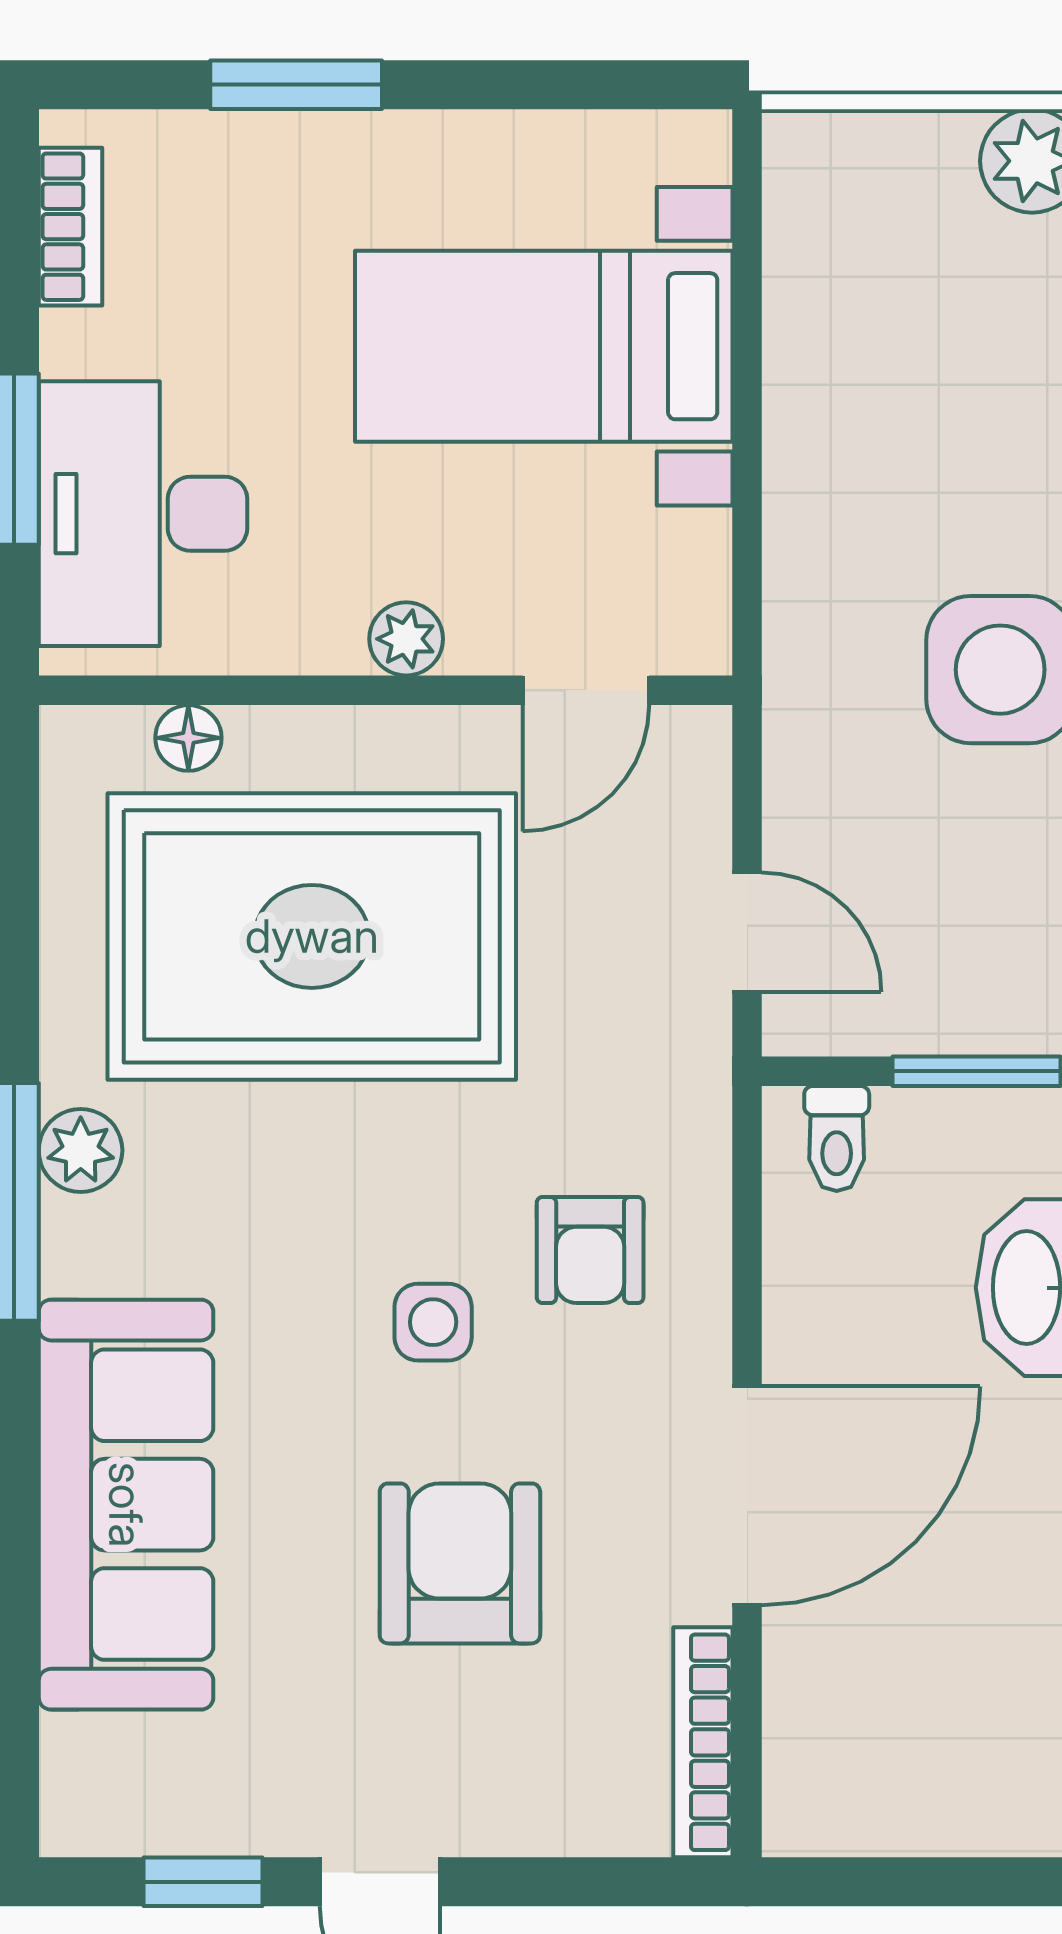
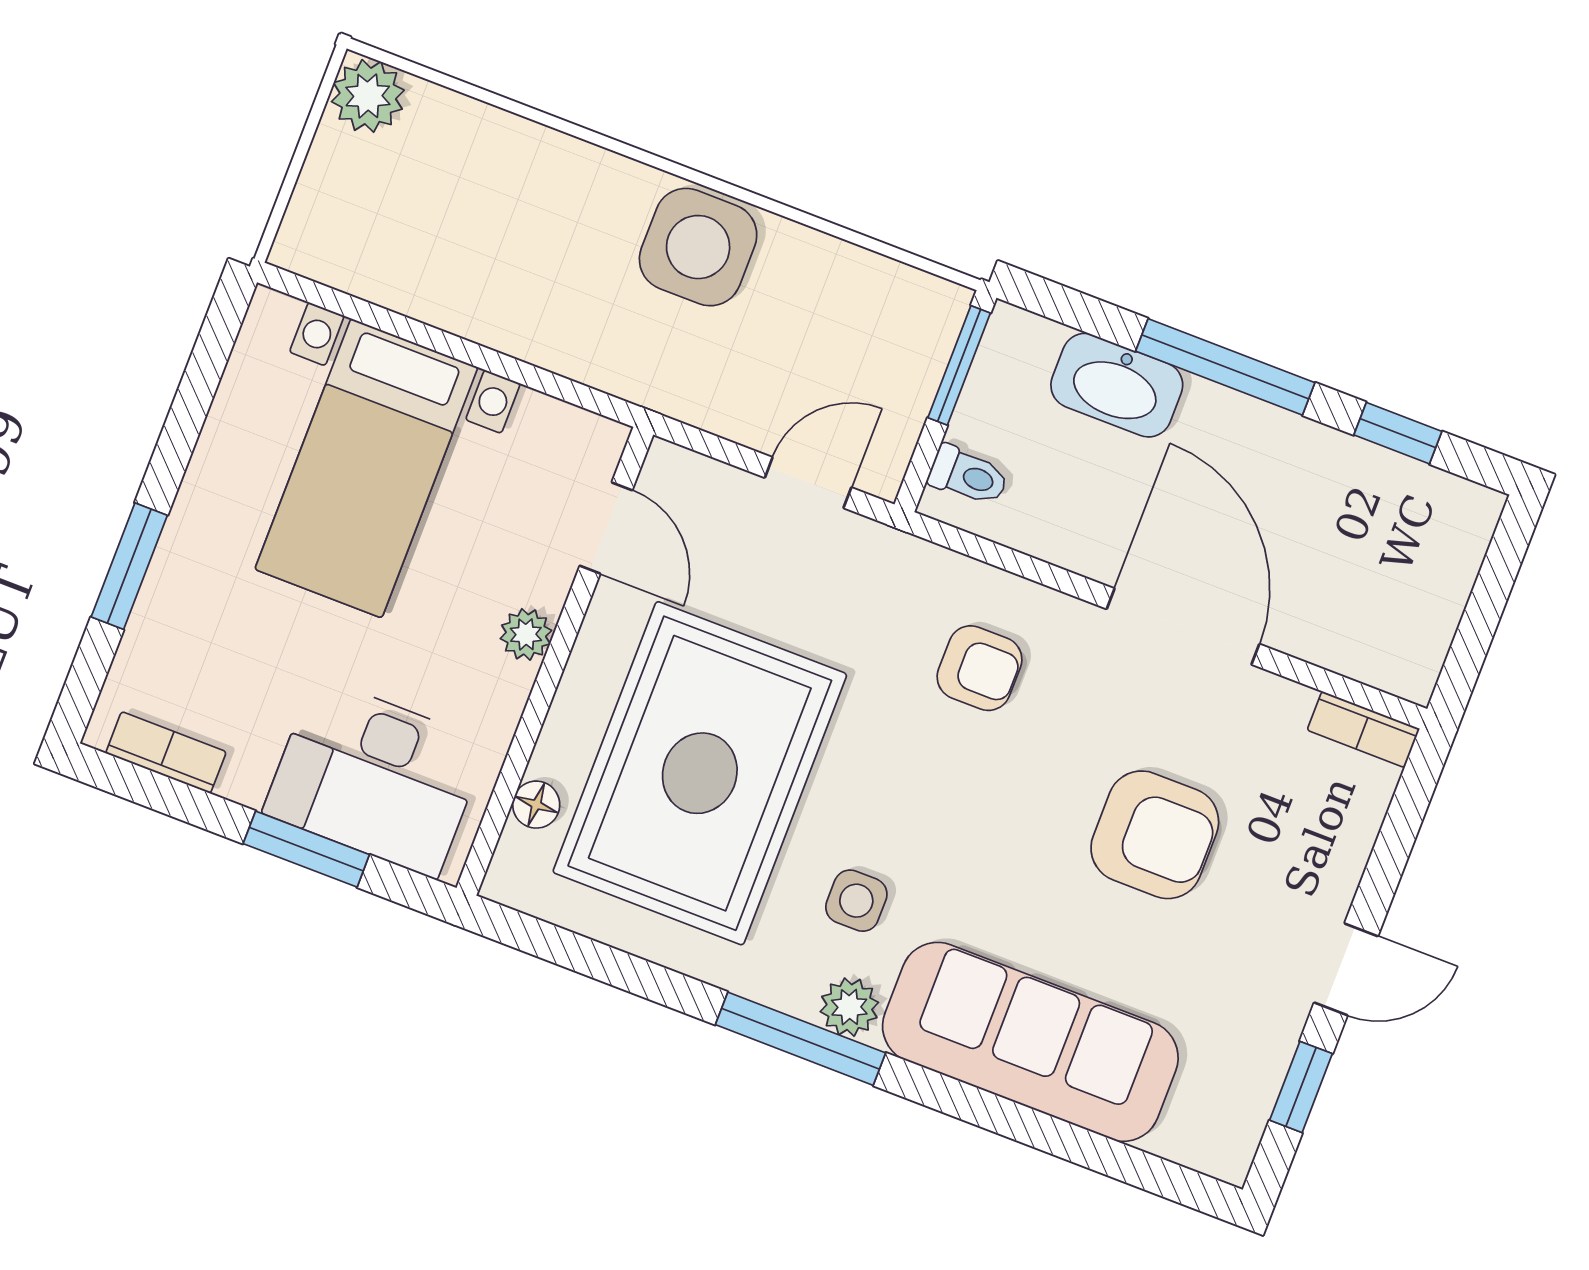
plant: (81, 1150) -> (849, 1007), moved
side table: (433, 1322) -> (856, 901), moved
armchair: (460, 1563) -> (1155, 835), turned 180
bookcase: (703, 1742) -> (1363, 729), width x0.64

